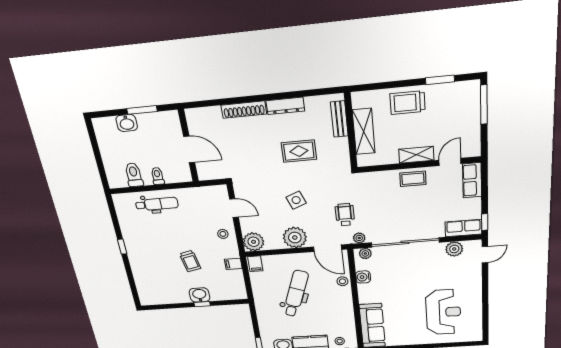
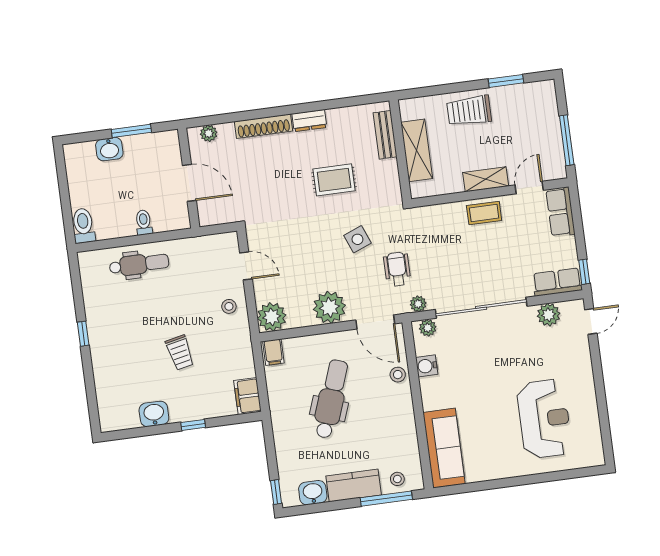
window: (484, 105) -> (567, 140), moved
dresser: (285, 106) -> (309, 121), width x0.70
plant: (202, 114) -> (209, 133), added
toilet: (134, 175) -> (83, 226), moved
side table: (296, 200) -> (357, 239), moved
filing cabinet: (233, 264) -> (247, 396), moved, width x2.00
washbasin: (199, 295) -> (154, 414), moved

